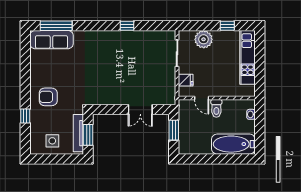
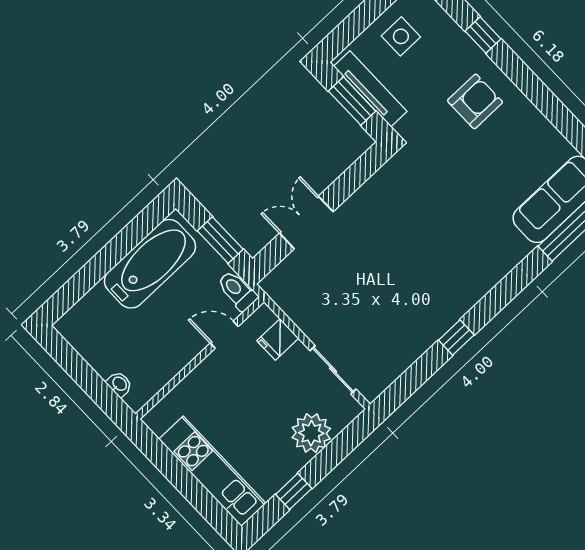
toilet: (216, 108) -> (237, 291), moved
bathtub: (233, 144) -> (150, 264), moved

